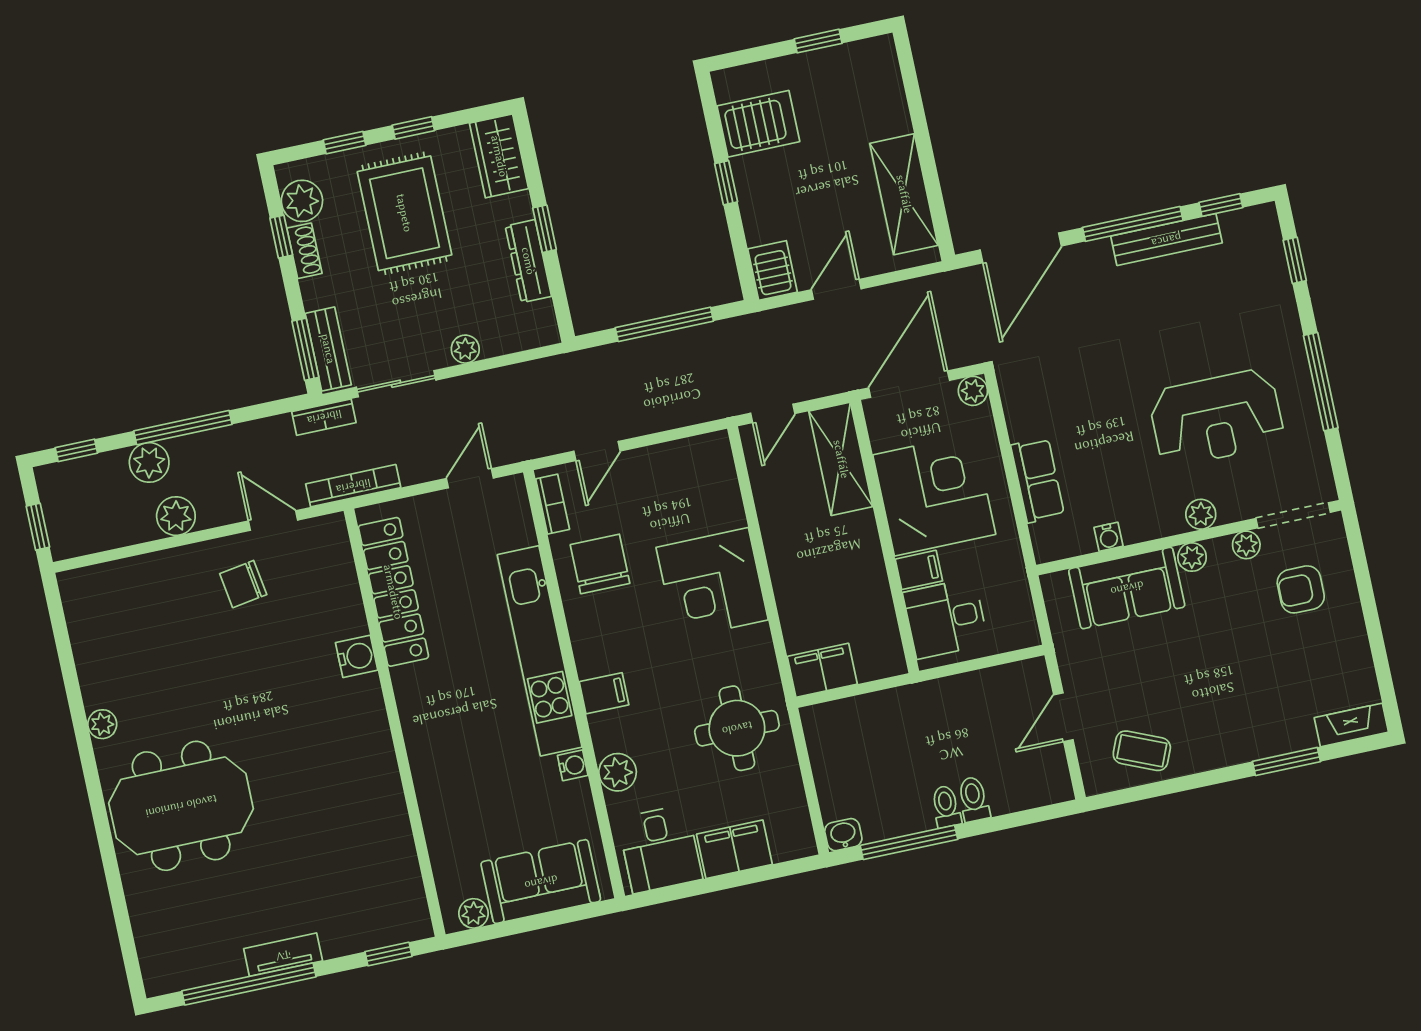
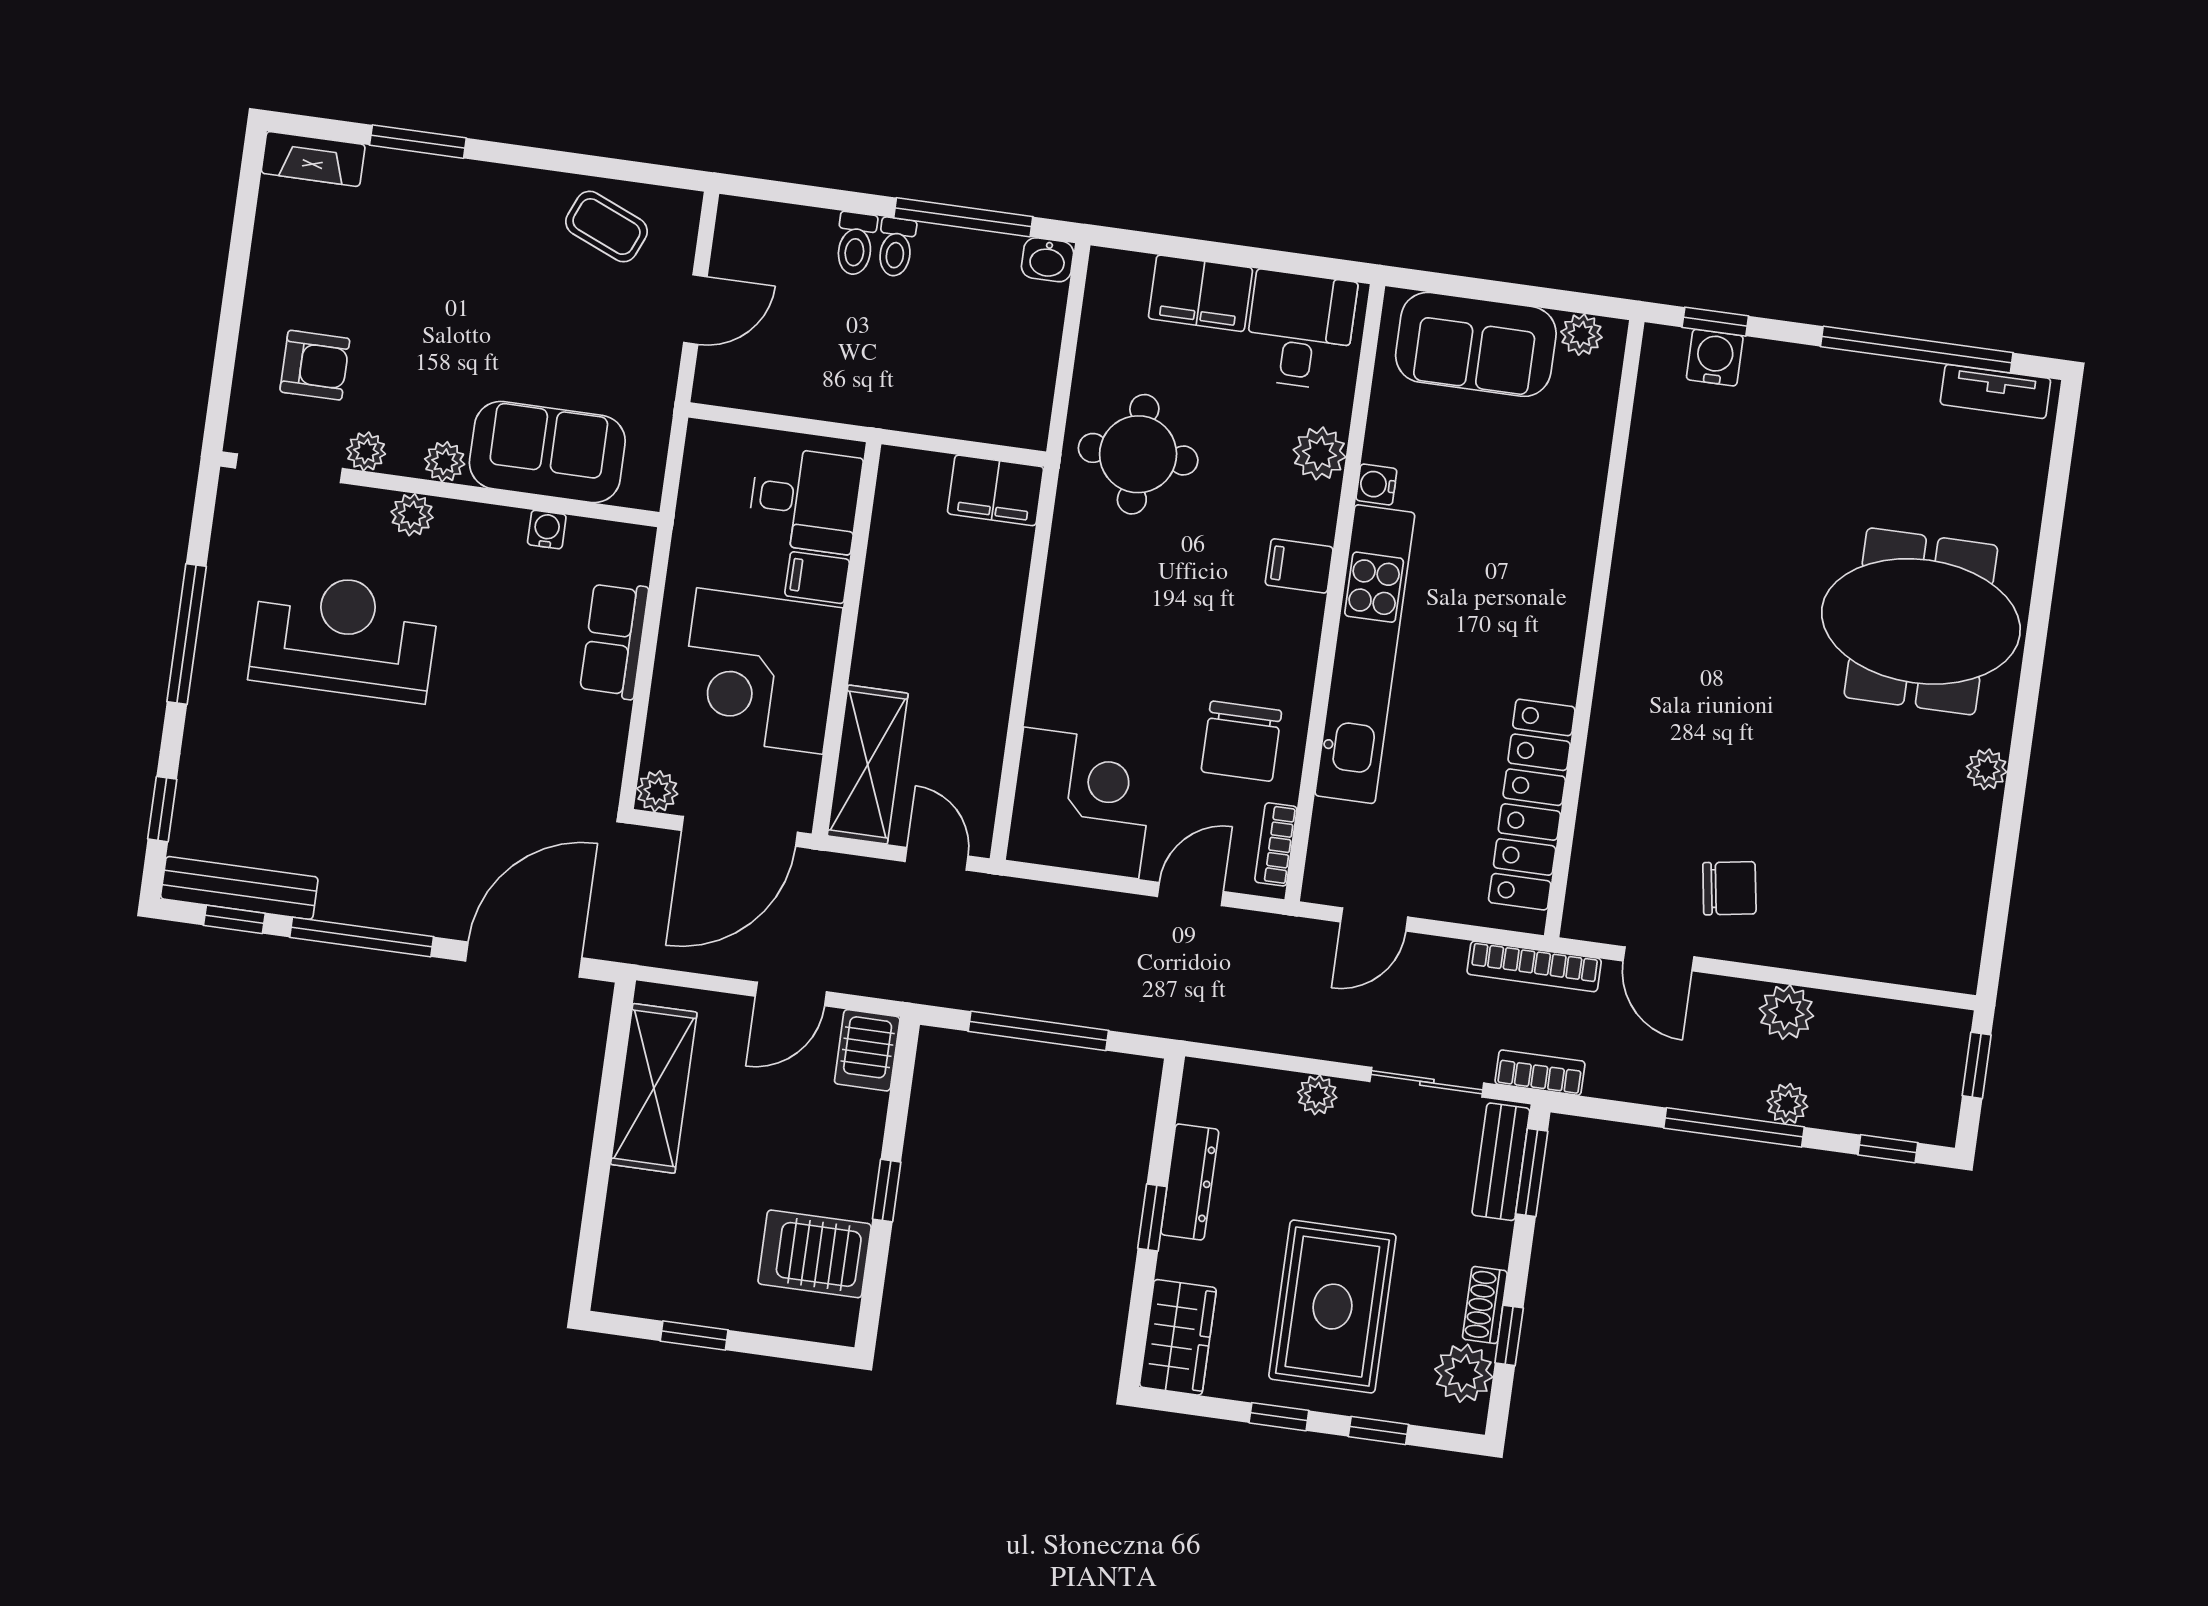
bench: (1166, 240) -> (239, 888), moved
door: (773, 413) -> (937, 859), hinge flipped
plant: (149, 462) -> (1787, 1104), width x0.73, depth x0.73
corner desk: (712, 584) -> (1081, 803), moved
water cooler: (357, 656) -> (1715, 358), moved, turned 90
tv unit: (283, 955) -> (1995, 391), moved

